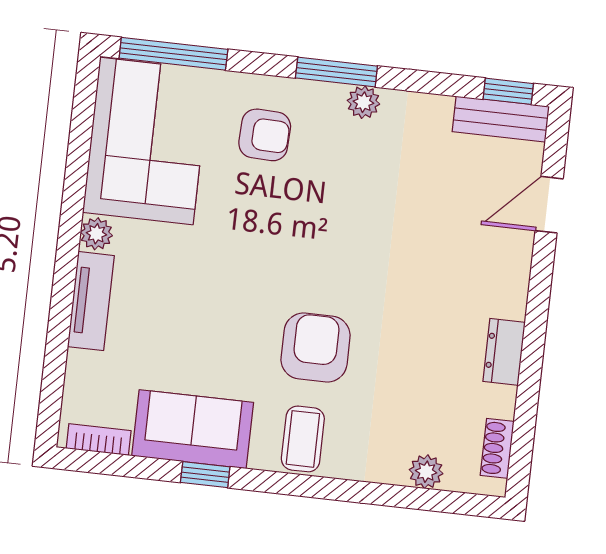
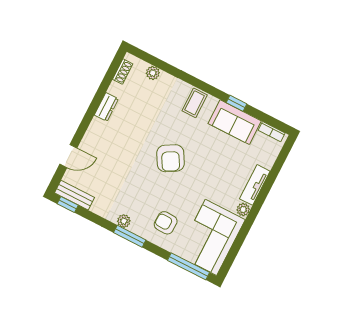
armchair: (316, 348) -> (170, 158), moved, turned -30

